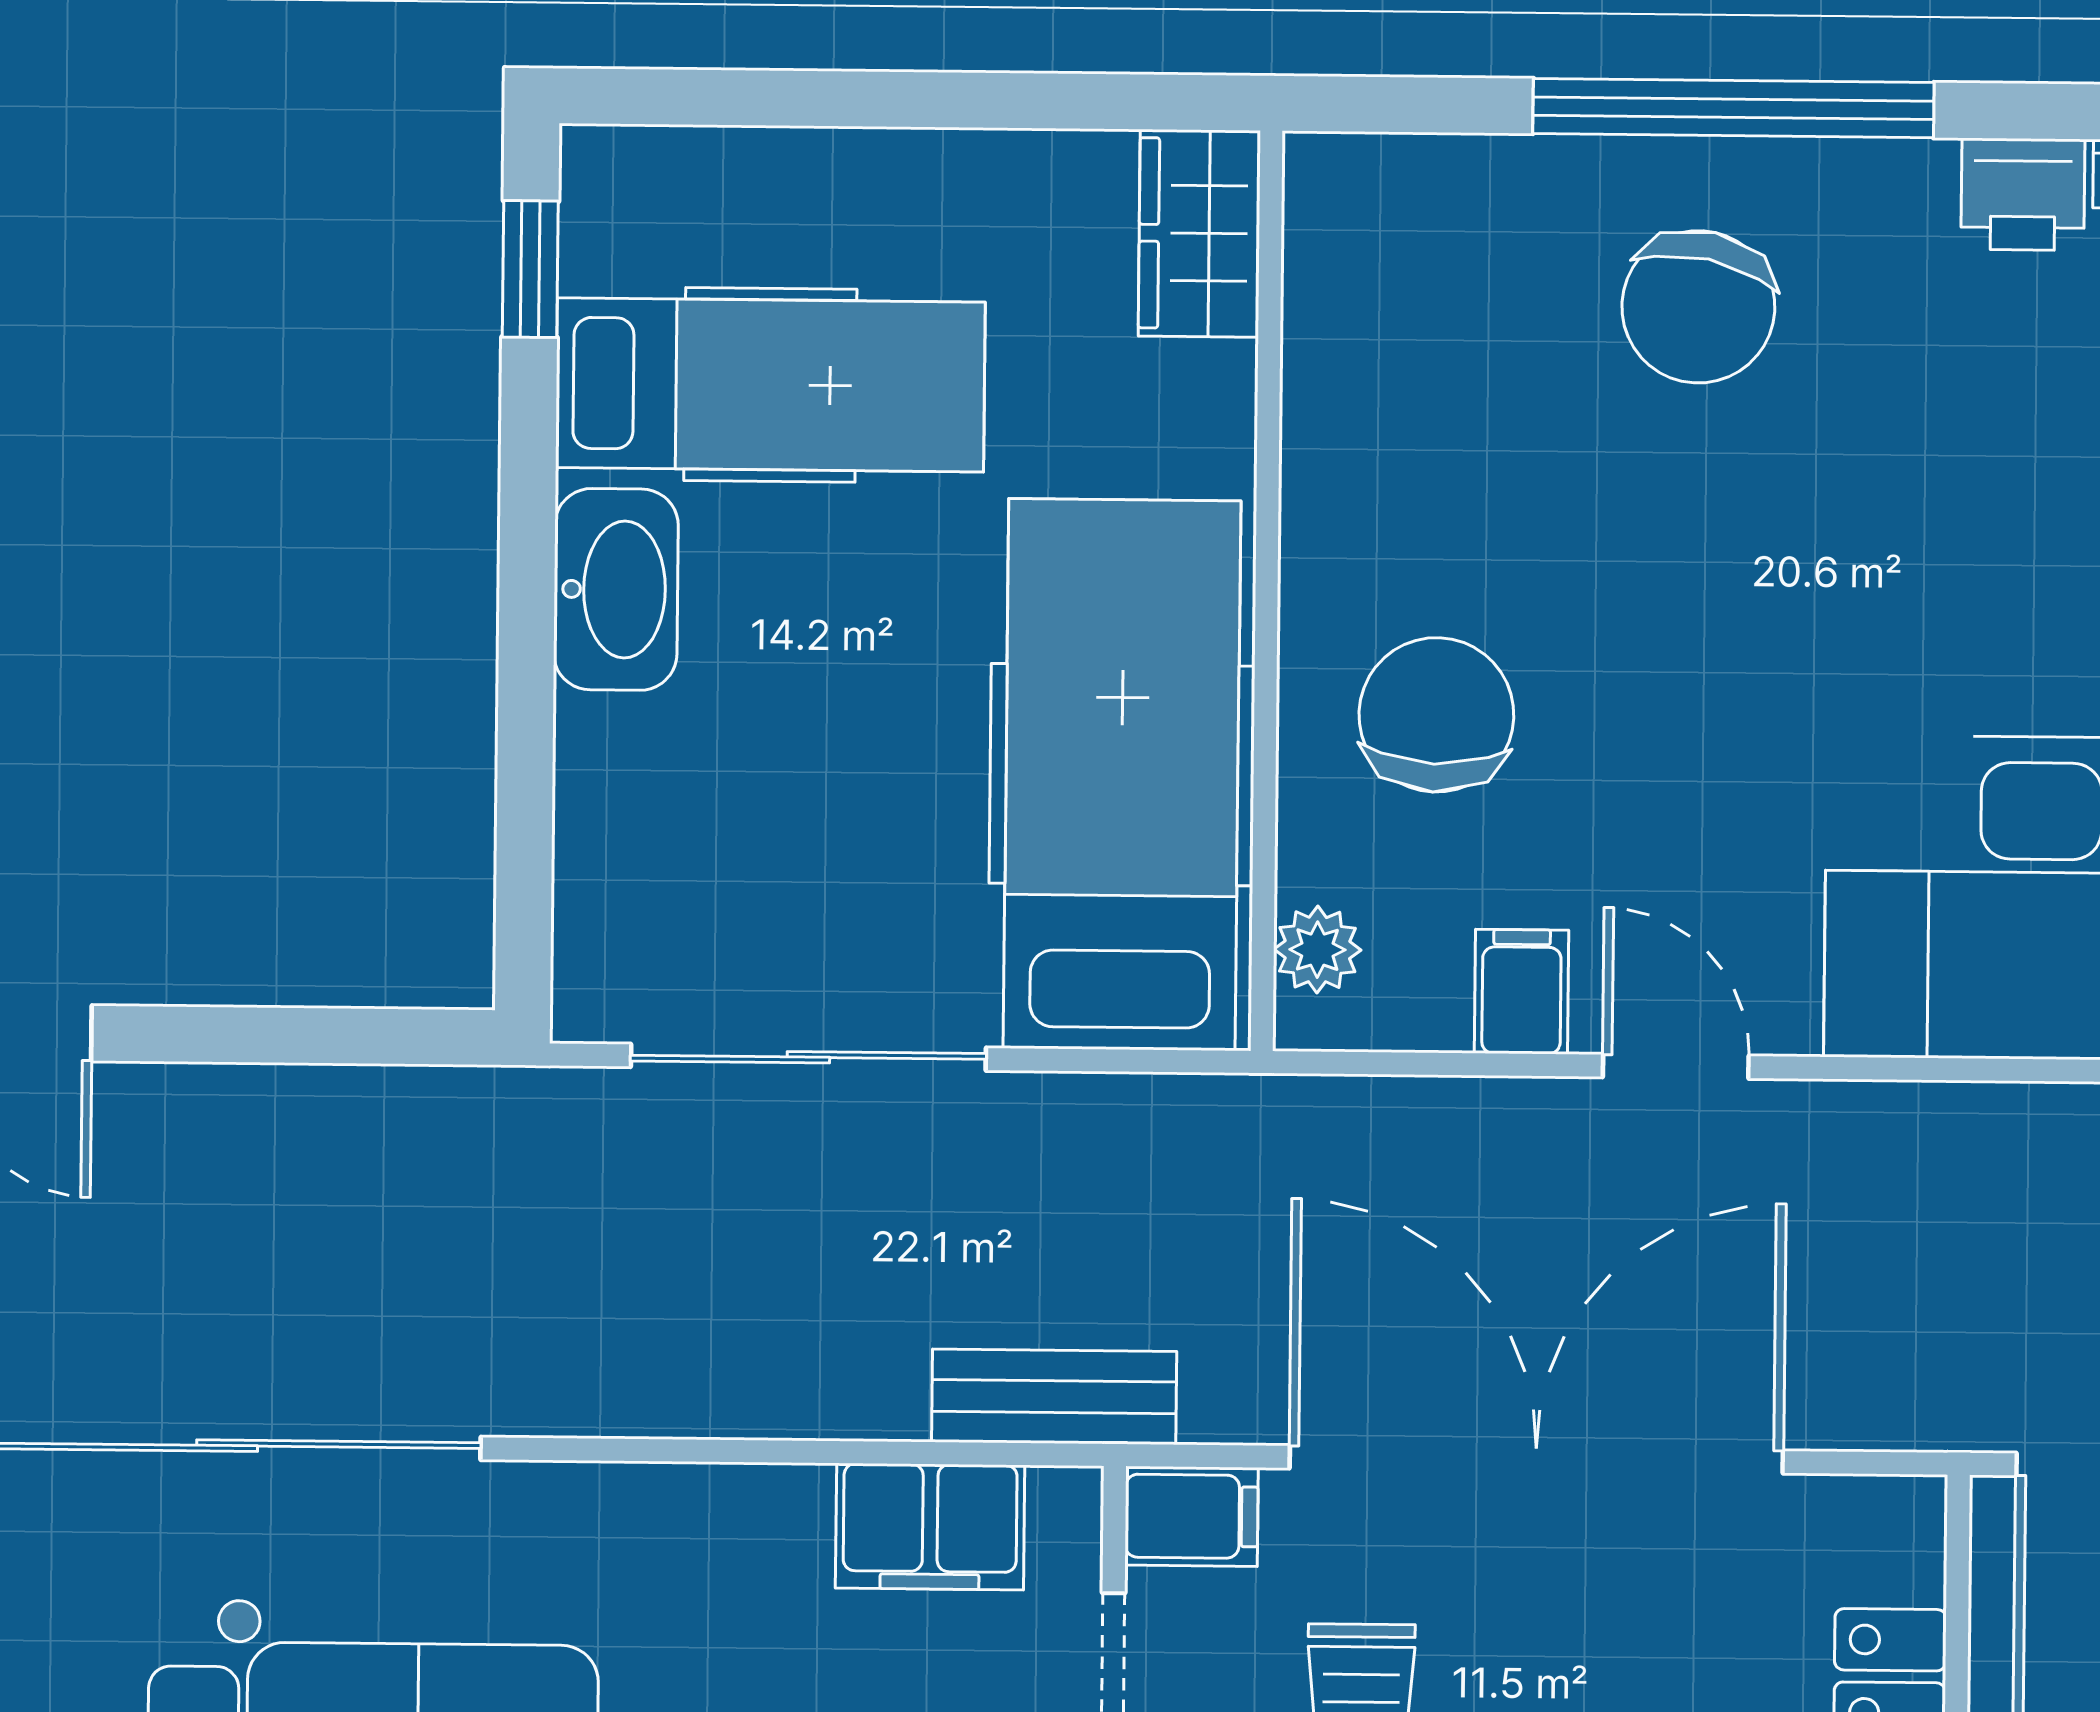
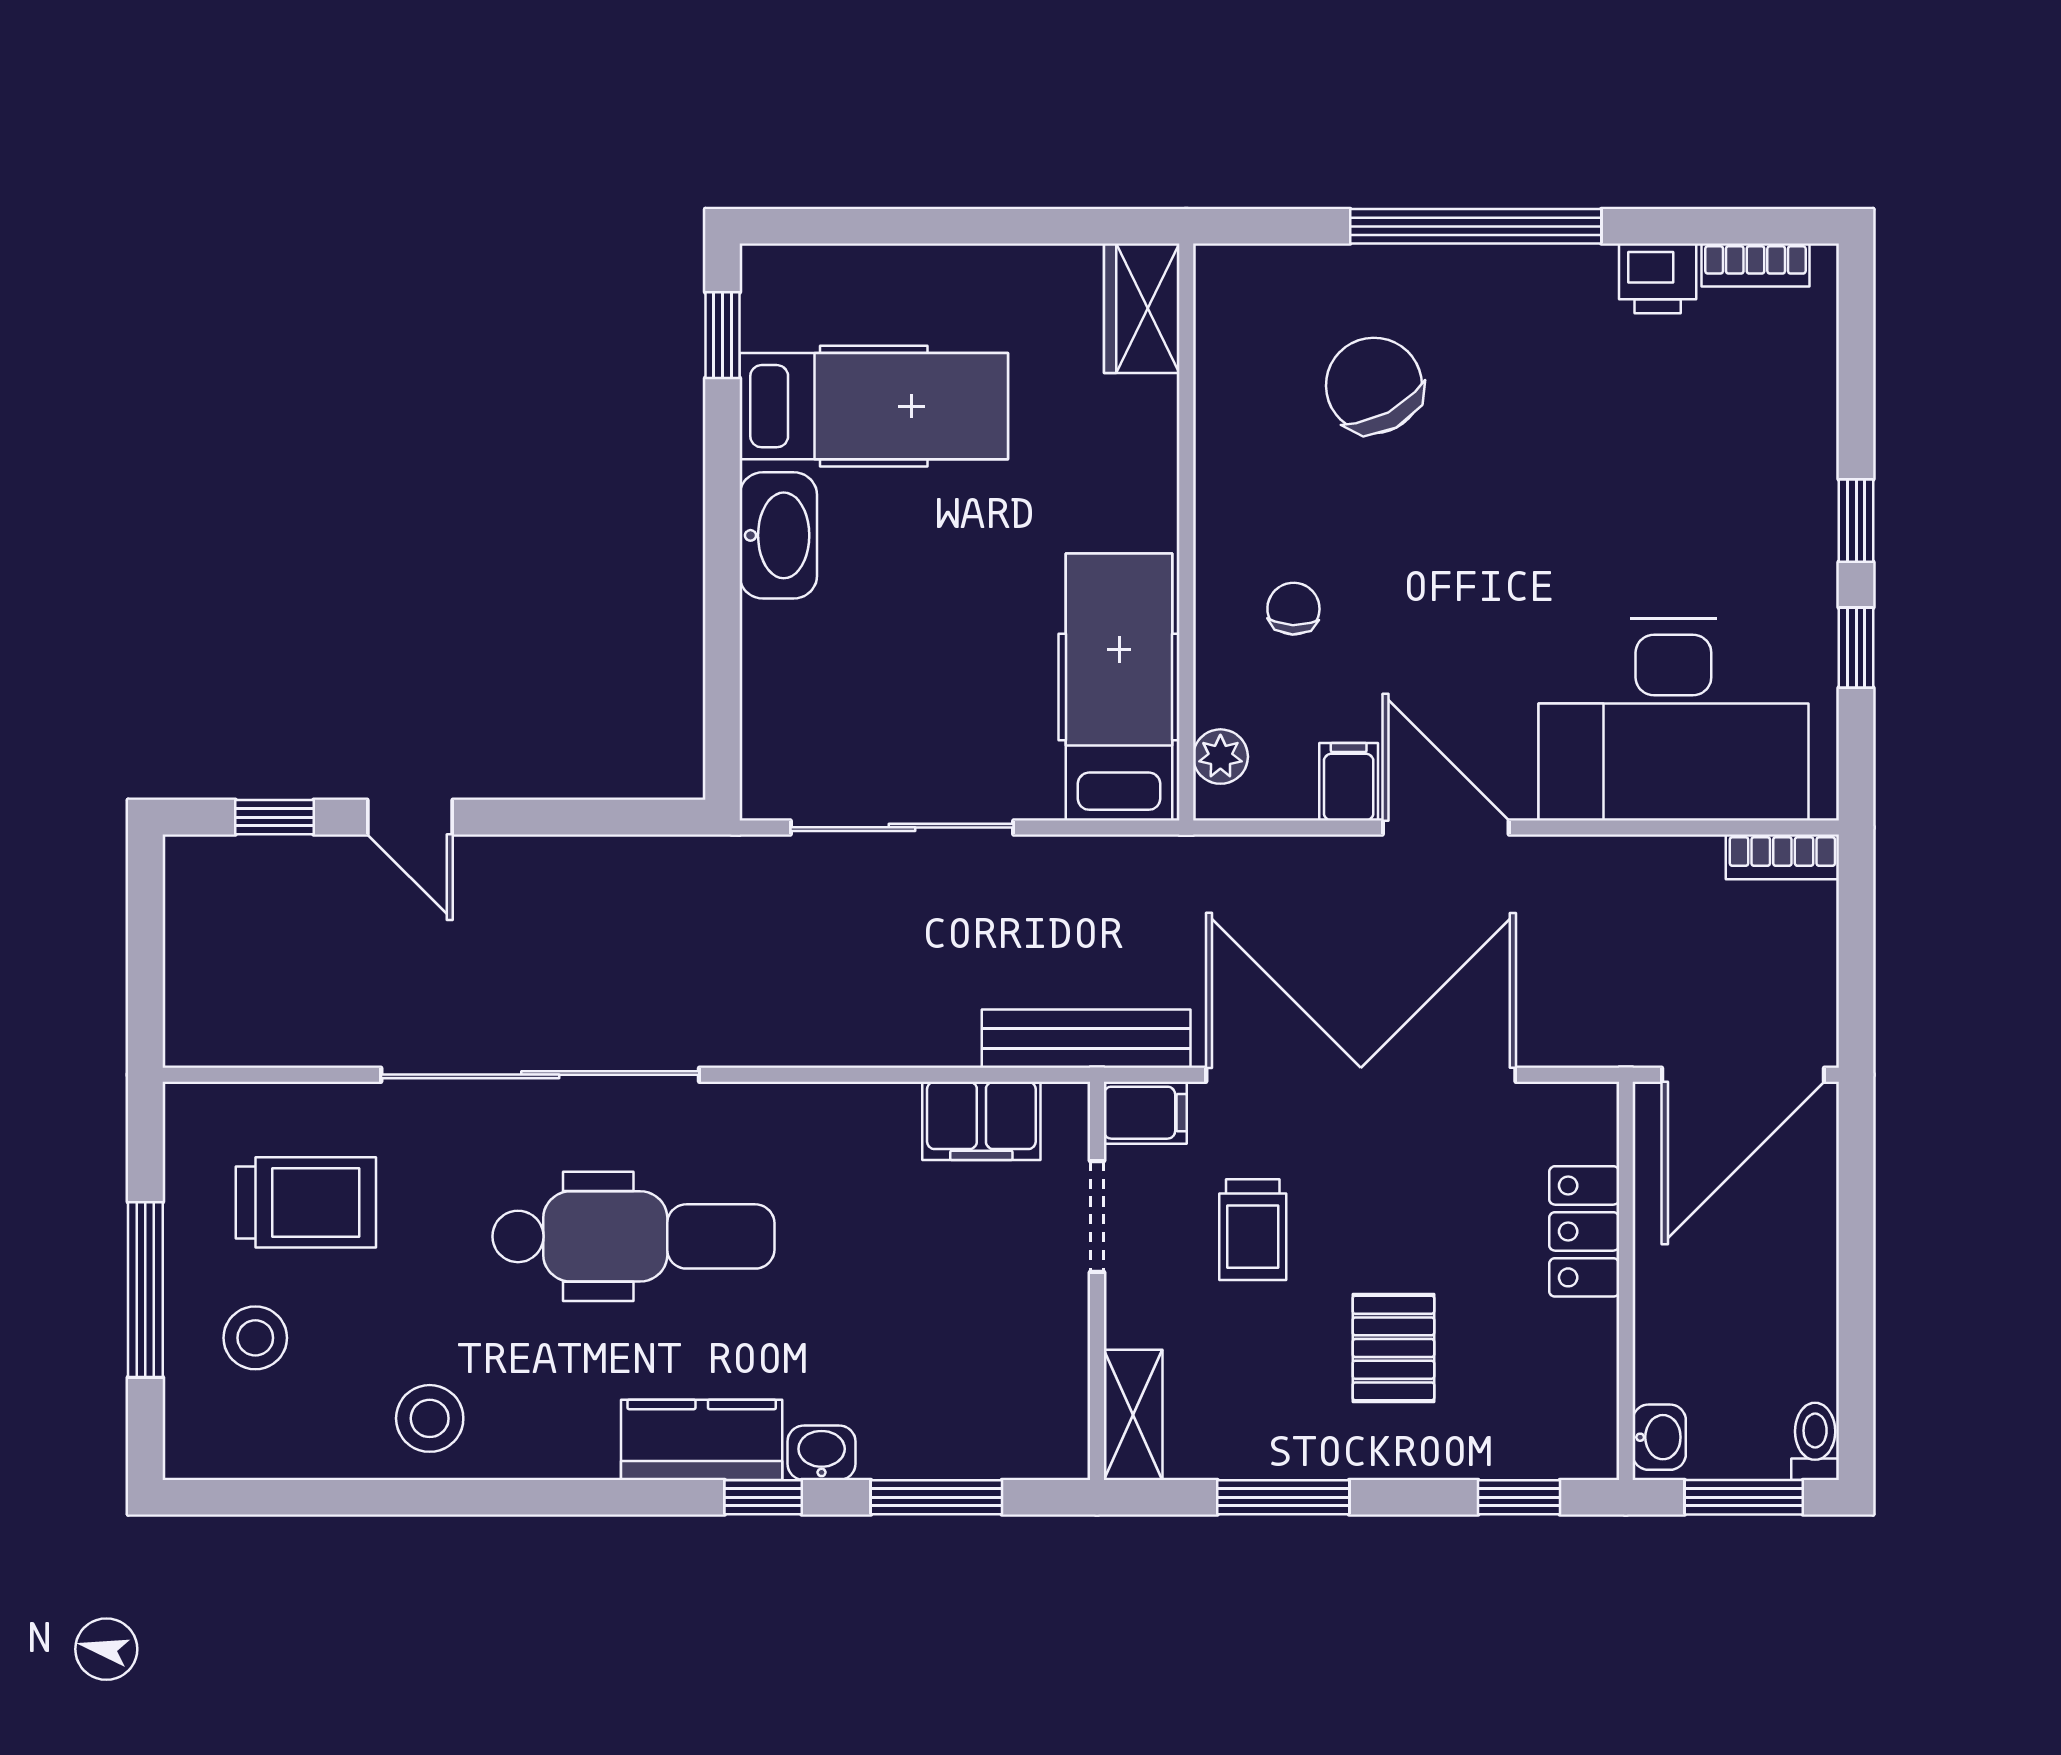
chair: (1698, 307) -> (1374, 385), moved, turned 140
chair: (1436, 715) -> (1293, 609), width x0.54, depth x0.54
hospital bed: (1122, 775) -> (1119, 687), width x0.73, depth x0.78
door: (1676, 1066) -> (1446, 827), width x1.38
bench: (1054, 1397) -> (1086, 1039), width x1.36

